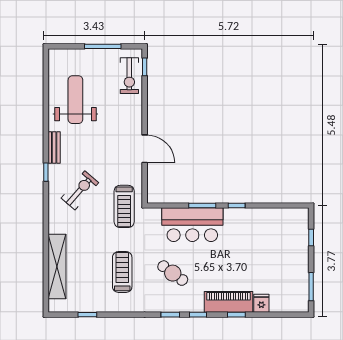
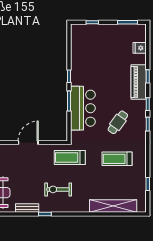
exercise bike: (80, 190) -> (58, 189), turned -41
treadmill: (124, 206) -> (70, 157), turned 180
fridge: (261, 303) -> (140, 48), moved

